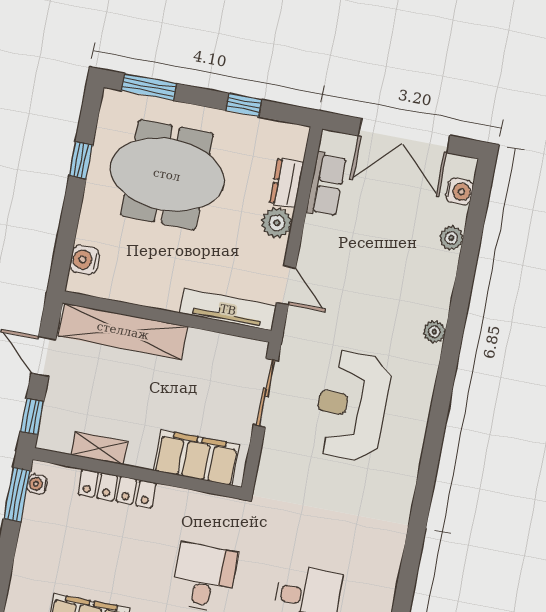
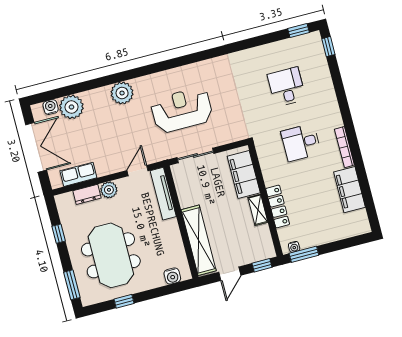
plant: (451, 238) -> (71, 107), width x1.88, depth x1.88
plant: (434, 332) -> (122, 93), width x1.88, depth x1.88
reception desk: (352, 406) -> (182, 110), turned 180
shelving: (99, 448) -> (258, 210), moved

